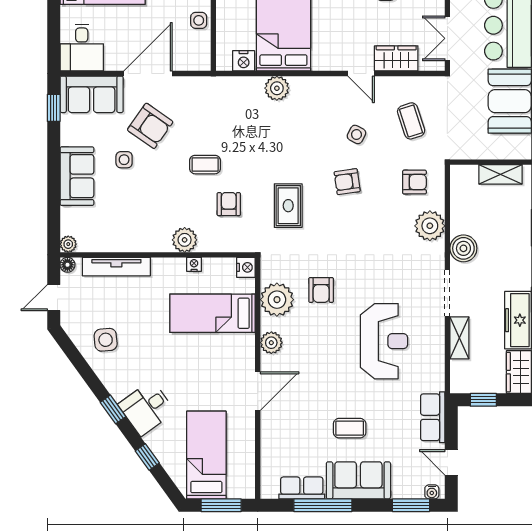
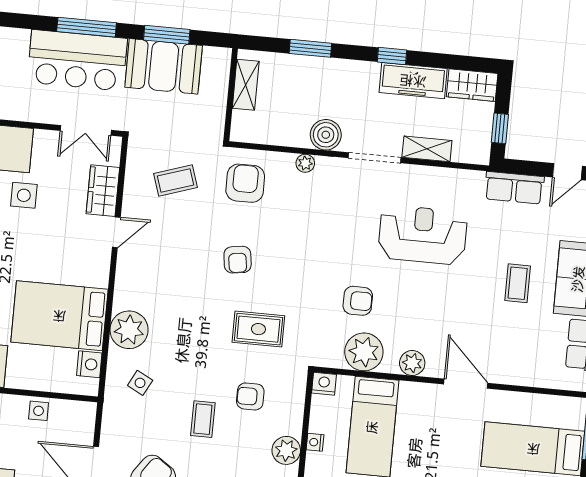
plant: (277, 88) -> (129, 330), width x1.36, depth x1.36
side table: (356, 134) -> (140, 383), moved
armchair: (414, 182) -> (245, 183), width x1.38, depth x1.38
plant: (430, 226) -> (305, 163), width x0.53, depth x0.53

